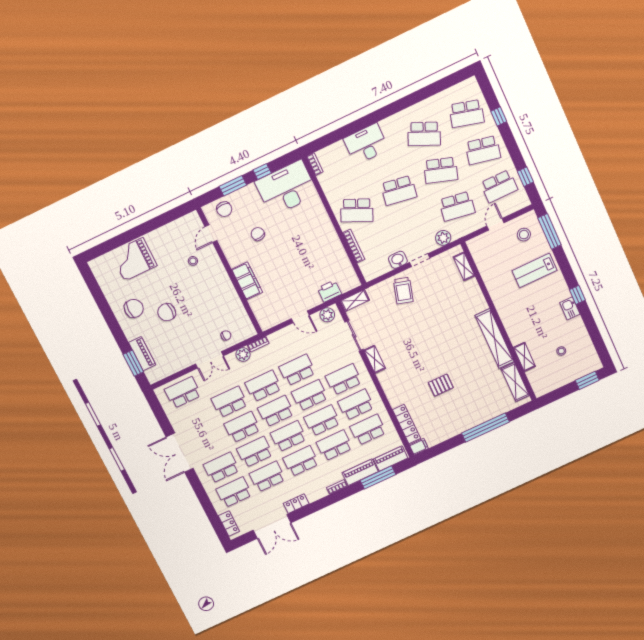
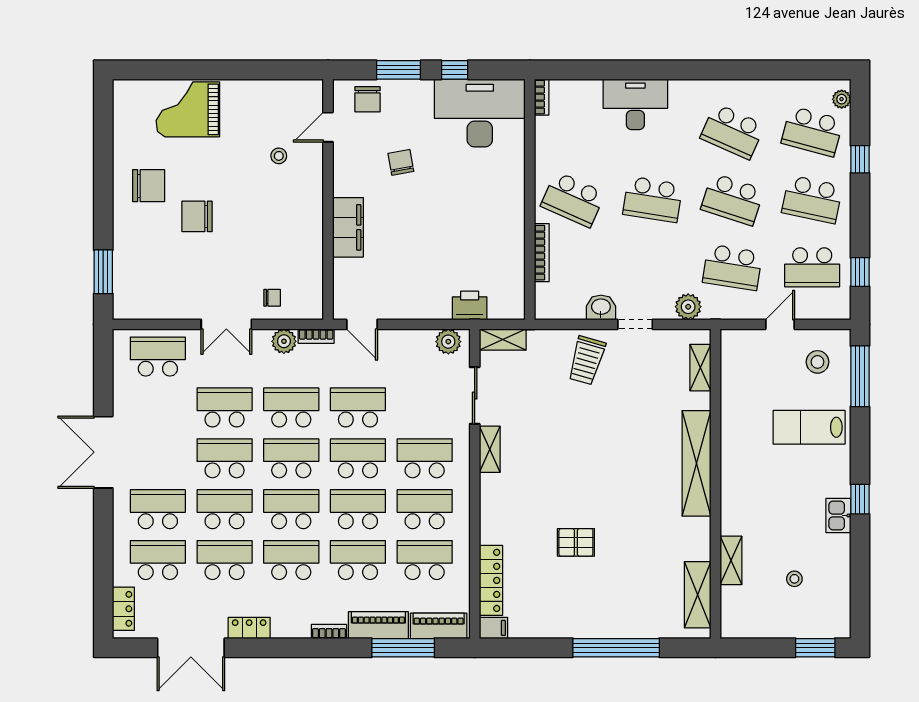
plant: (475, 88) -> (842, 99), added
door: (300, 317) -> (362, 324), moved
shelving: (494, 339) -> (696, 463), moved
piano: (142, 354) -> (125, 263), removed

